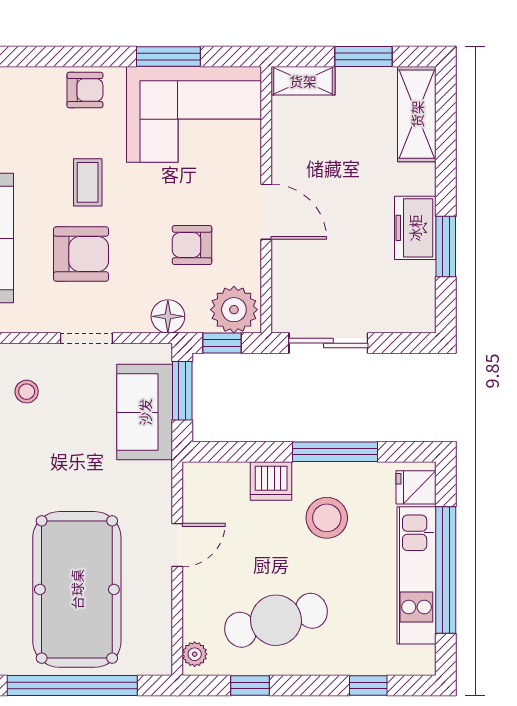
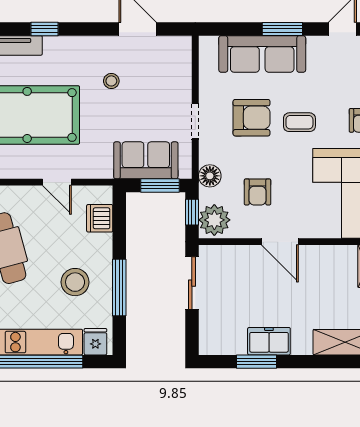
door: (266, 212) -> (280, 242), hinge flipped
armchair: (192, 245) -> (258, 192), turned 180
armchair: (81, 254) -> (252, 118), turned -90
stool: (27, 392) -> (111, 81), moved
dishwasher: (271, 481) -> (100, 218), moved

